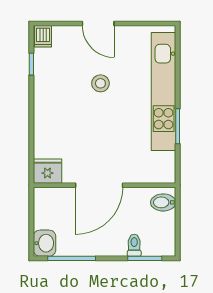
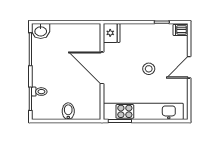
fridge: (47, 171) -> (112, 33), moved
door: (99, 185) -> (102, 68), moved
wall: (105, 185) -> (102, 72), moved

